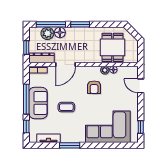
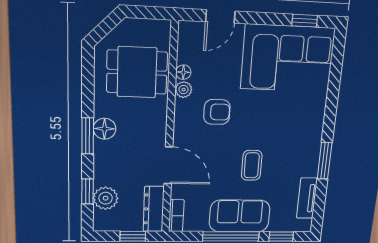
window: (51, 24) -> (87, 192), width x0.46
floor lamp: (60, 32) -> (105, 129), moved
corner sofa: (108, 127) -> (288, 58), moved, turned -90

